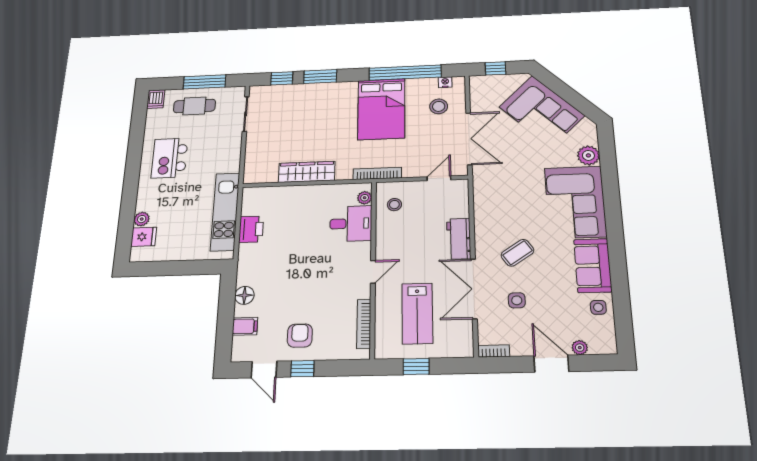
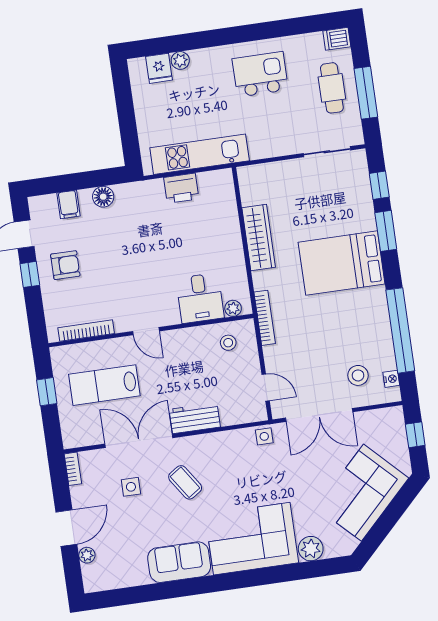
bed: (381, 109) -> (342, 263), moved
side table: (598, 307) -> (264, 436), moved

